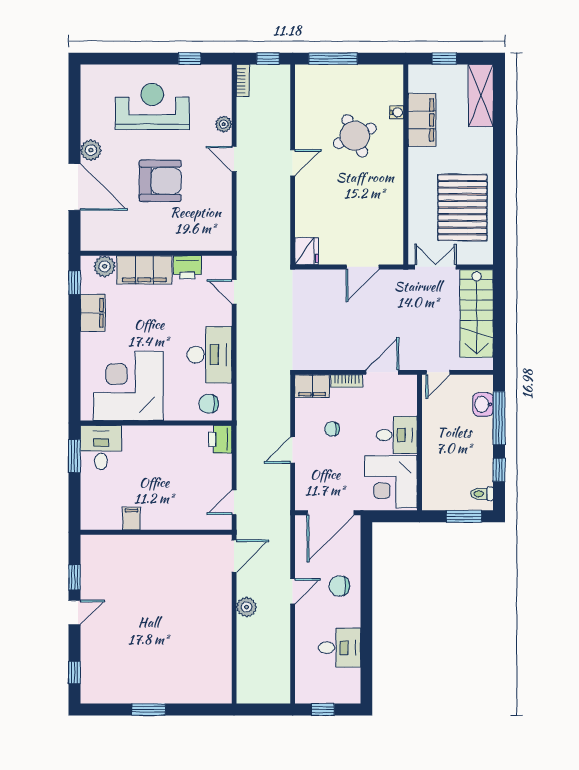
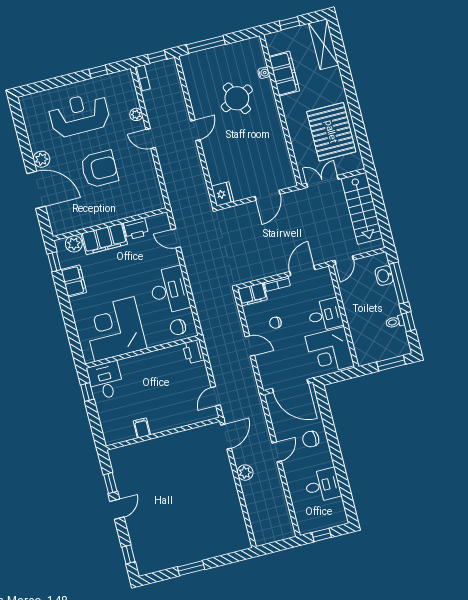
door: (293, 450) -> (250, 346), swing flipped
window: (74, 456) -> (87, 392), width x0.67
toilet: (482, 494) -> (395, 322), moved
door: (331, 513) -> (290, 386), hinge flipped

